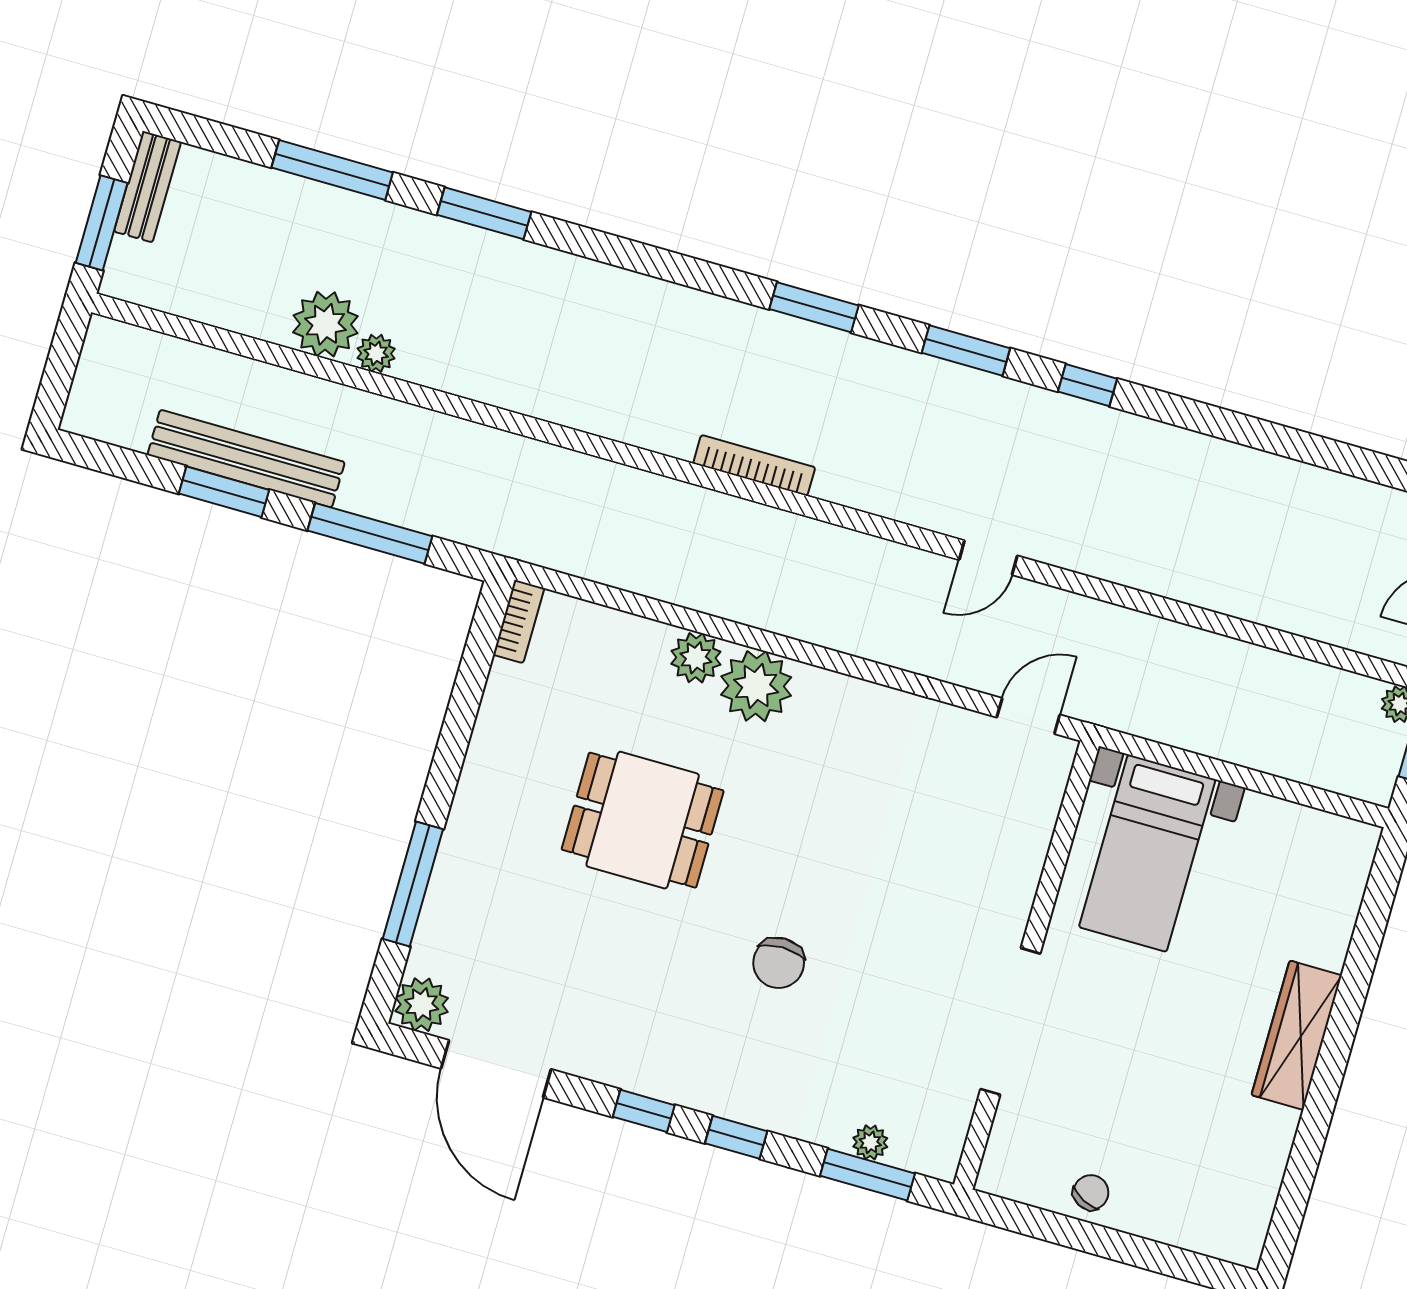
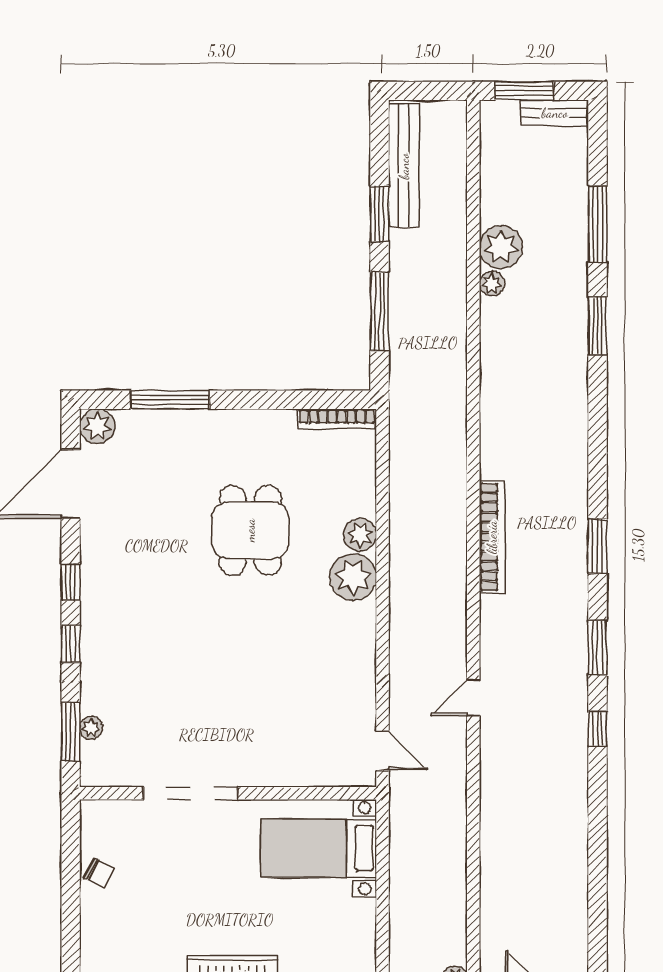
bench: (246, 459) -> (404, 166), moved
bookcase: (754, 465) -> (492, 537), width x1.48, depth x1.31
door: (988, 558) -> (473, 698), hinge flipped
bookcase: (519, 621) -> (337, 419), width x1.56
chair: (779, 963) -> (186, 640), removed

